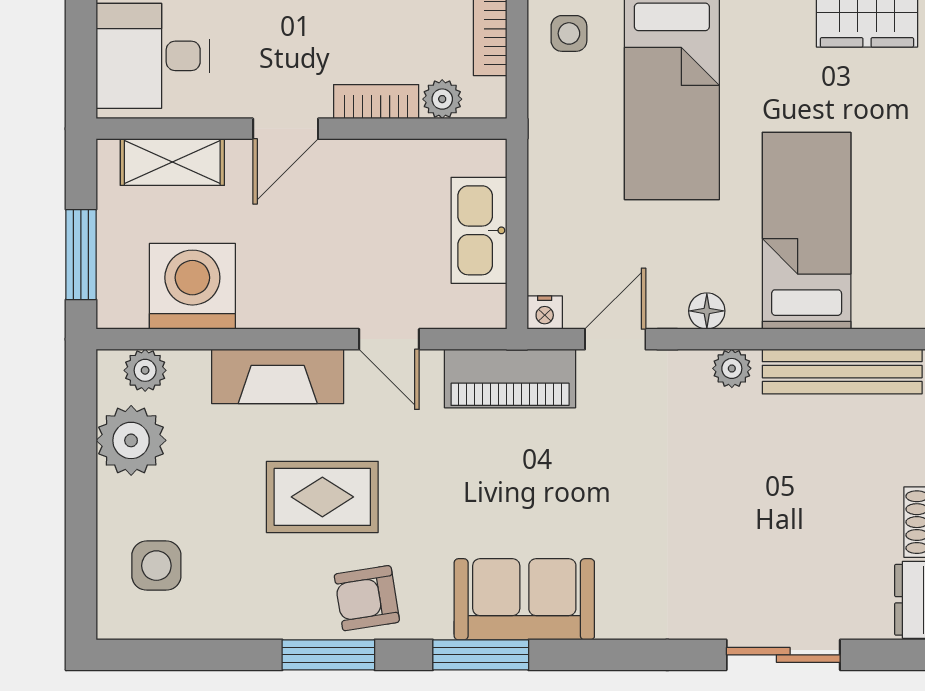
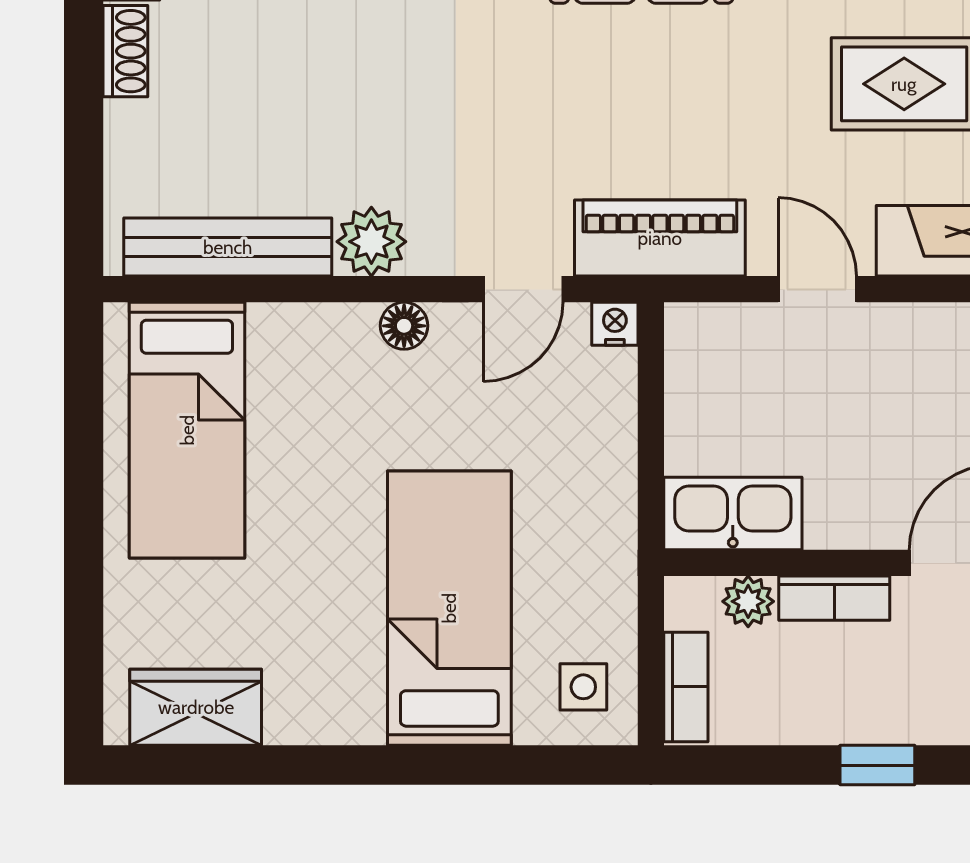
kitchen sink: (479, 230) -> (733, 514), moved, turned -90
bed: (807, 231) -> (187, 430), moved
plant: (732, 368) -> (371, 242), width x1.38, depth x1.38

